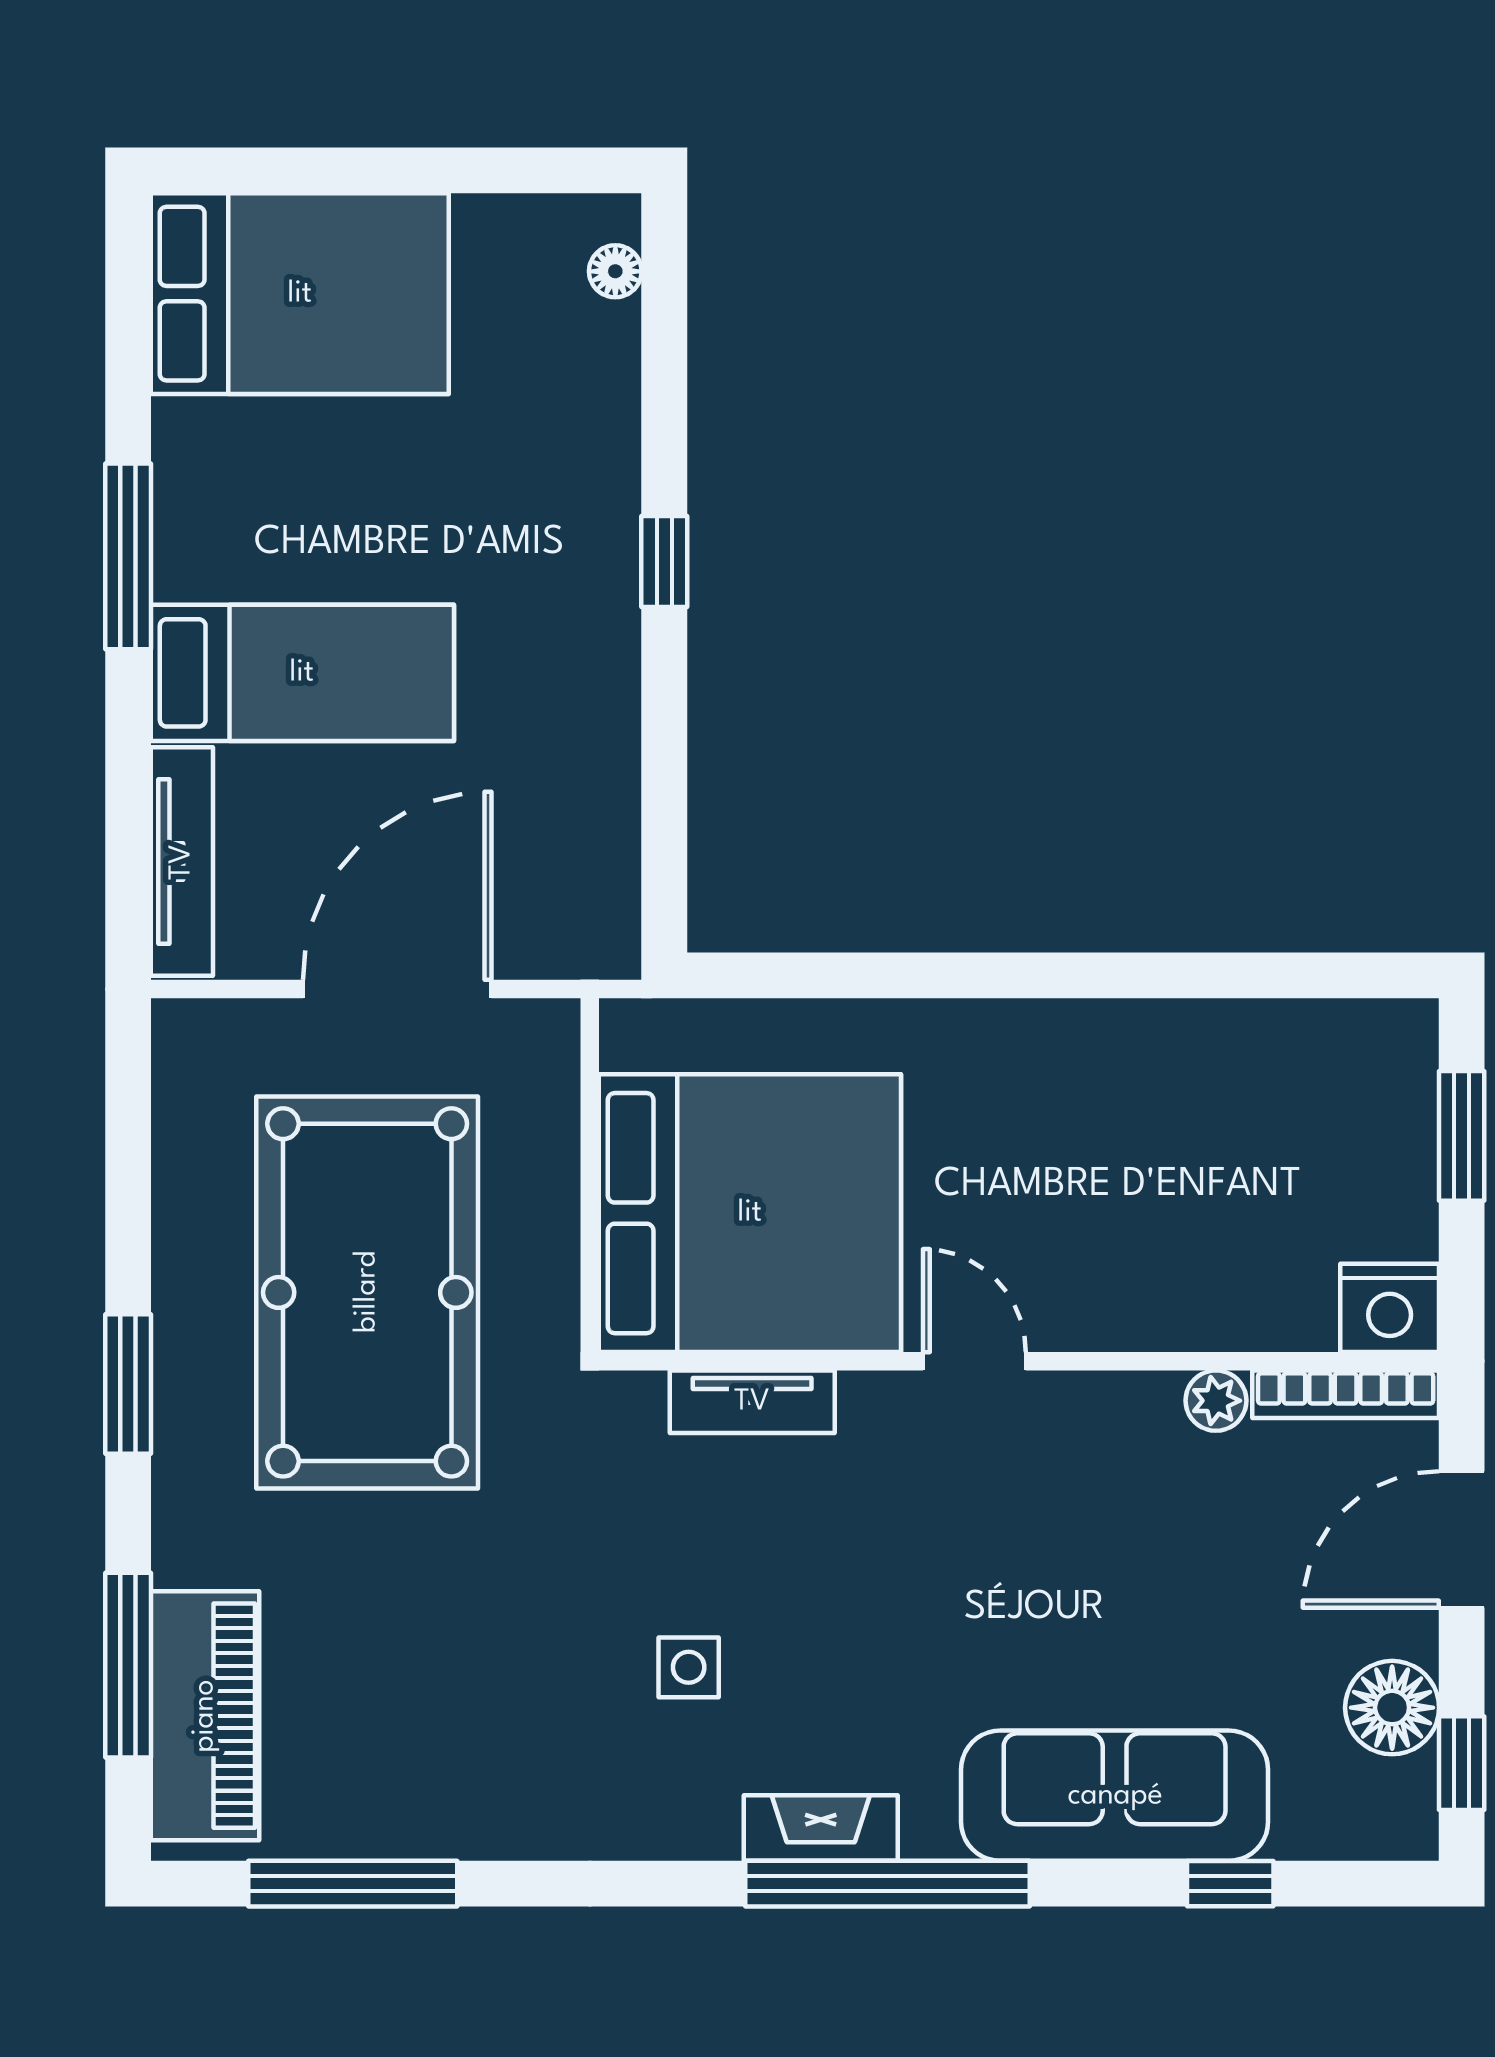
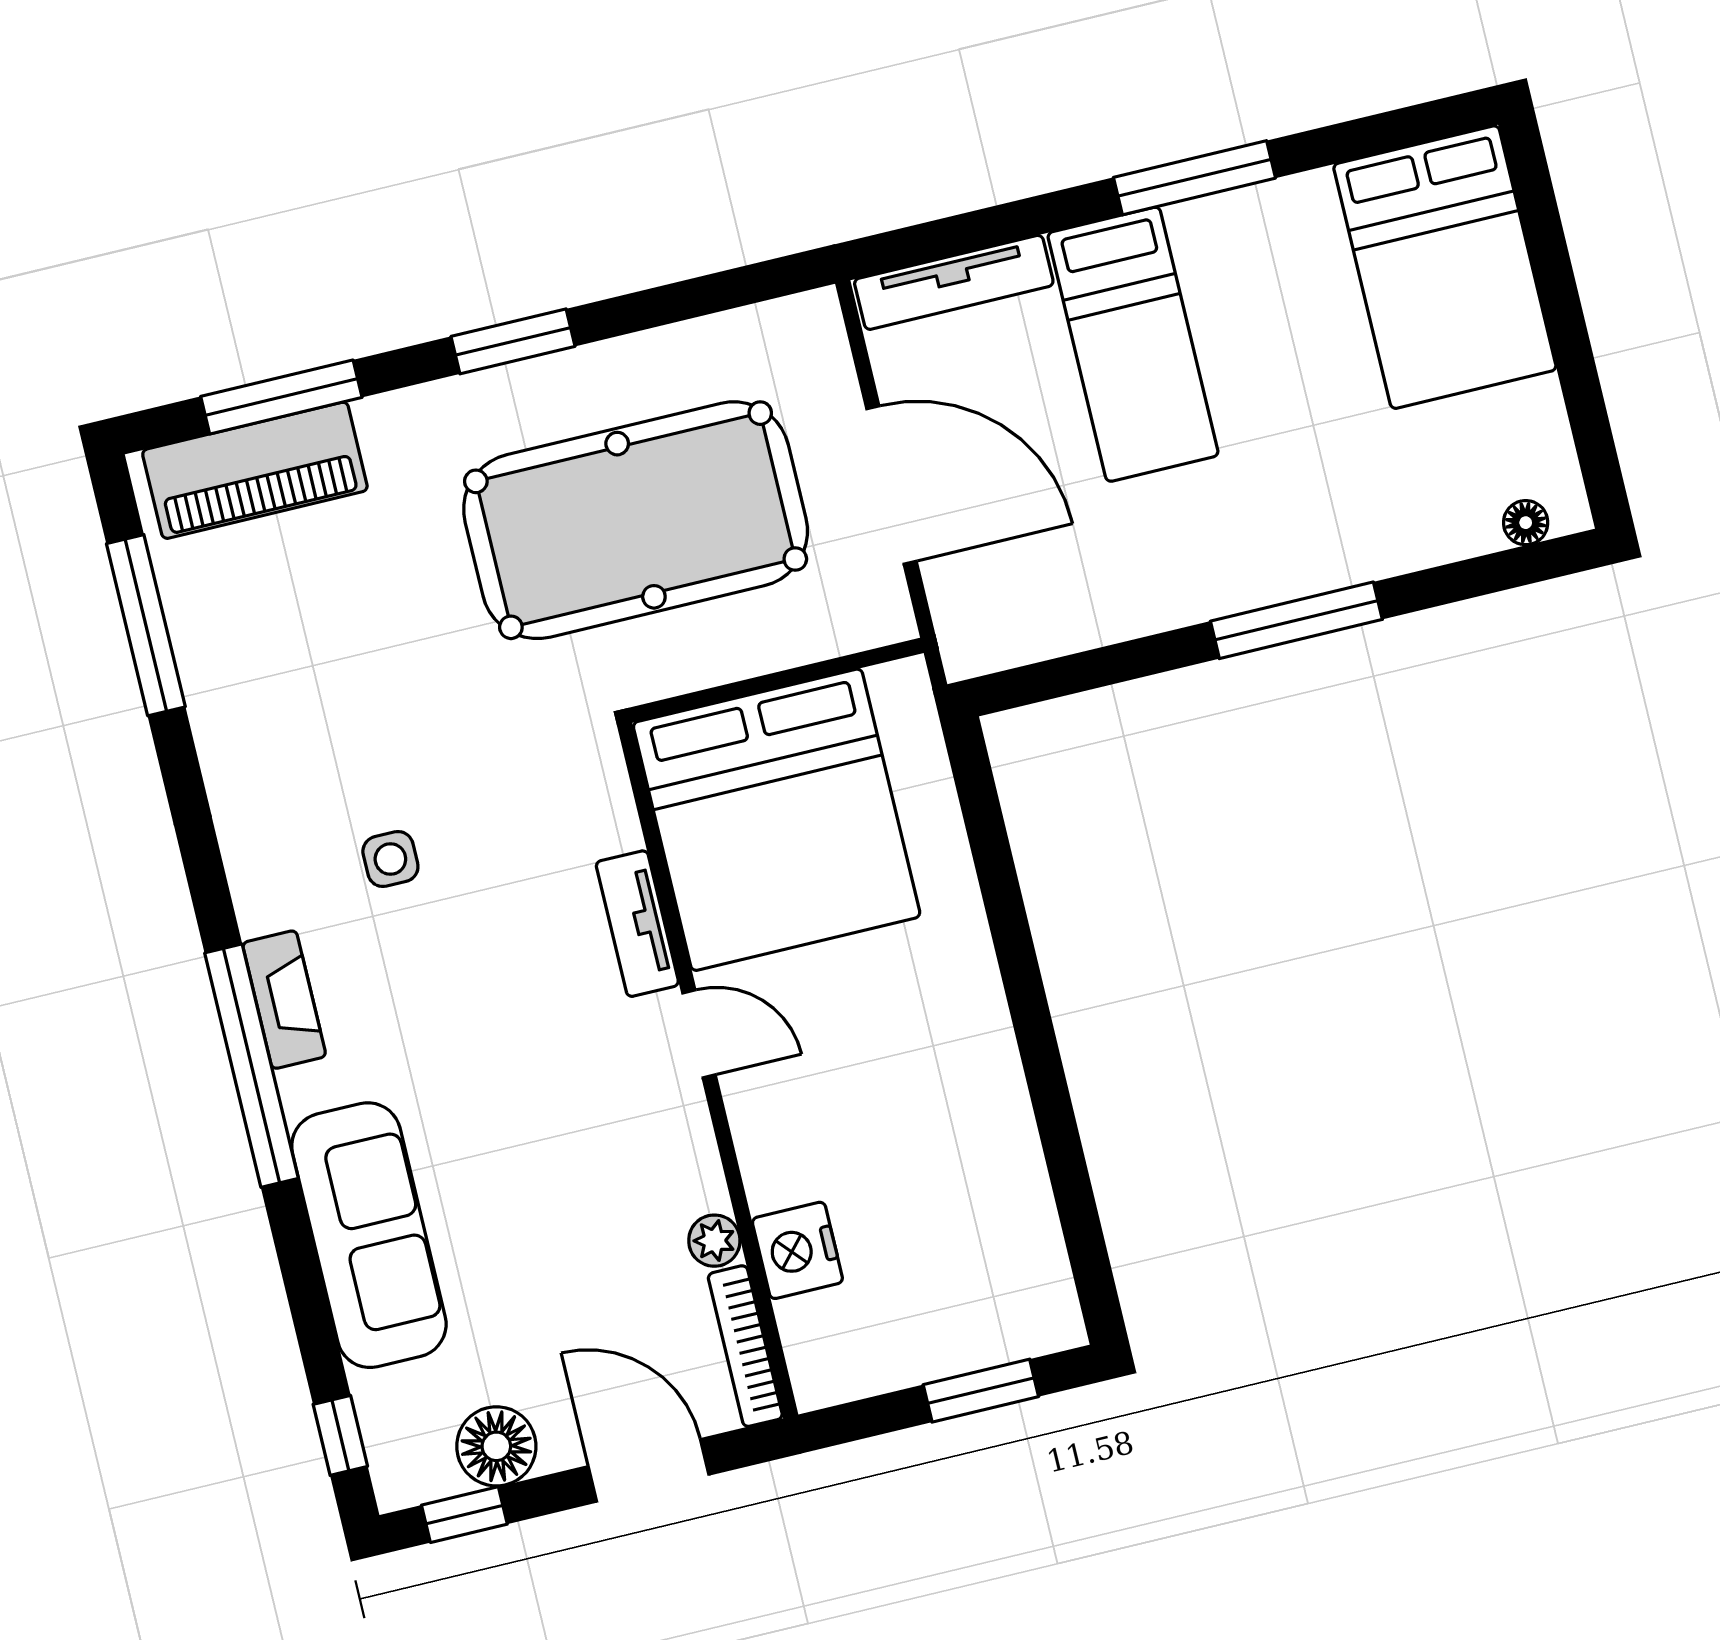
window: (664, 561) -> (1296, 620), width x2.17
nightstand: (1390, 1308) -> (797, 1250), moved
door: (974, 1361) -> (699, 1034), hinge flipped
tv unit: (752, 1402) -> (637, 924), moved
window: (1230, 1884) -> (340, 1435), moved

